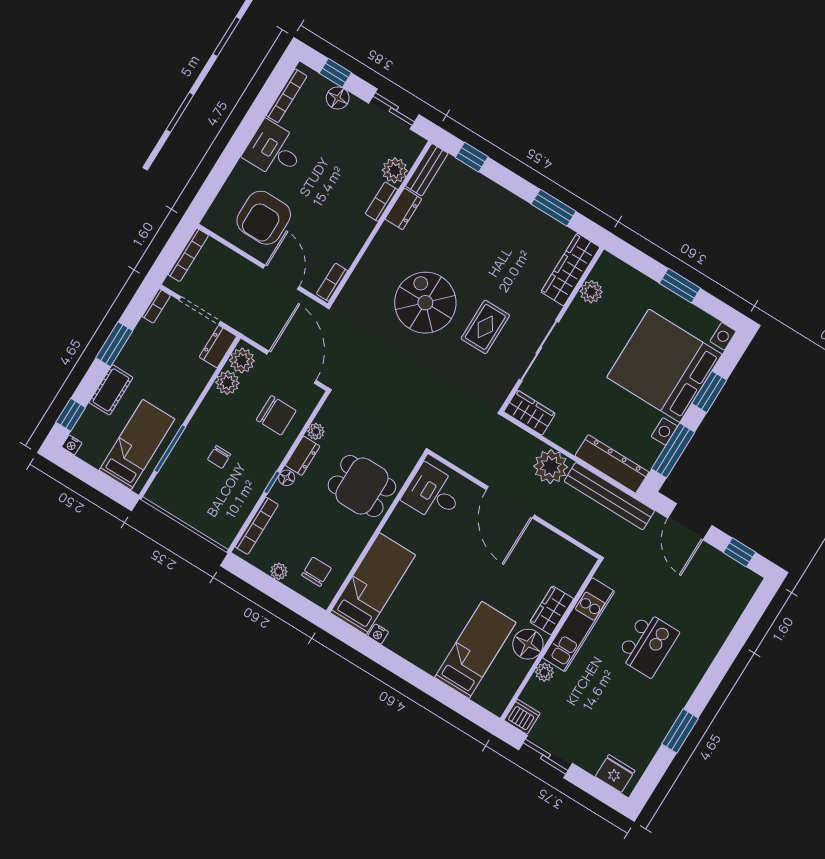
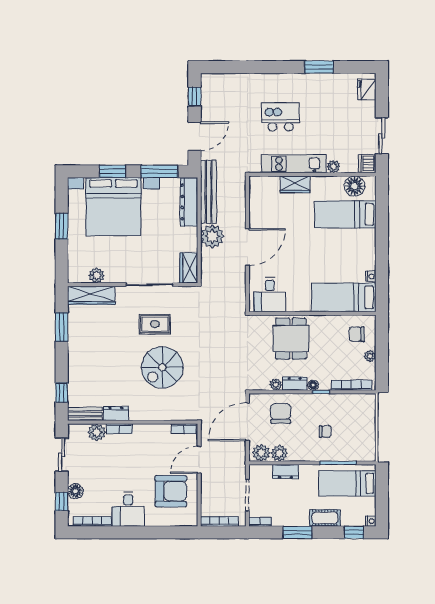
dresser: (218, 347) -> (286, 472), moved
floor lamp: (528, 644) -> (354, 186), moved

